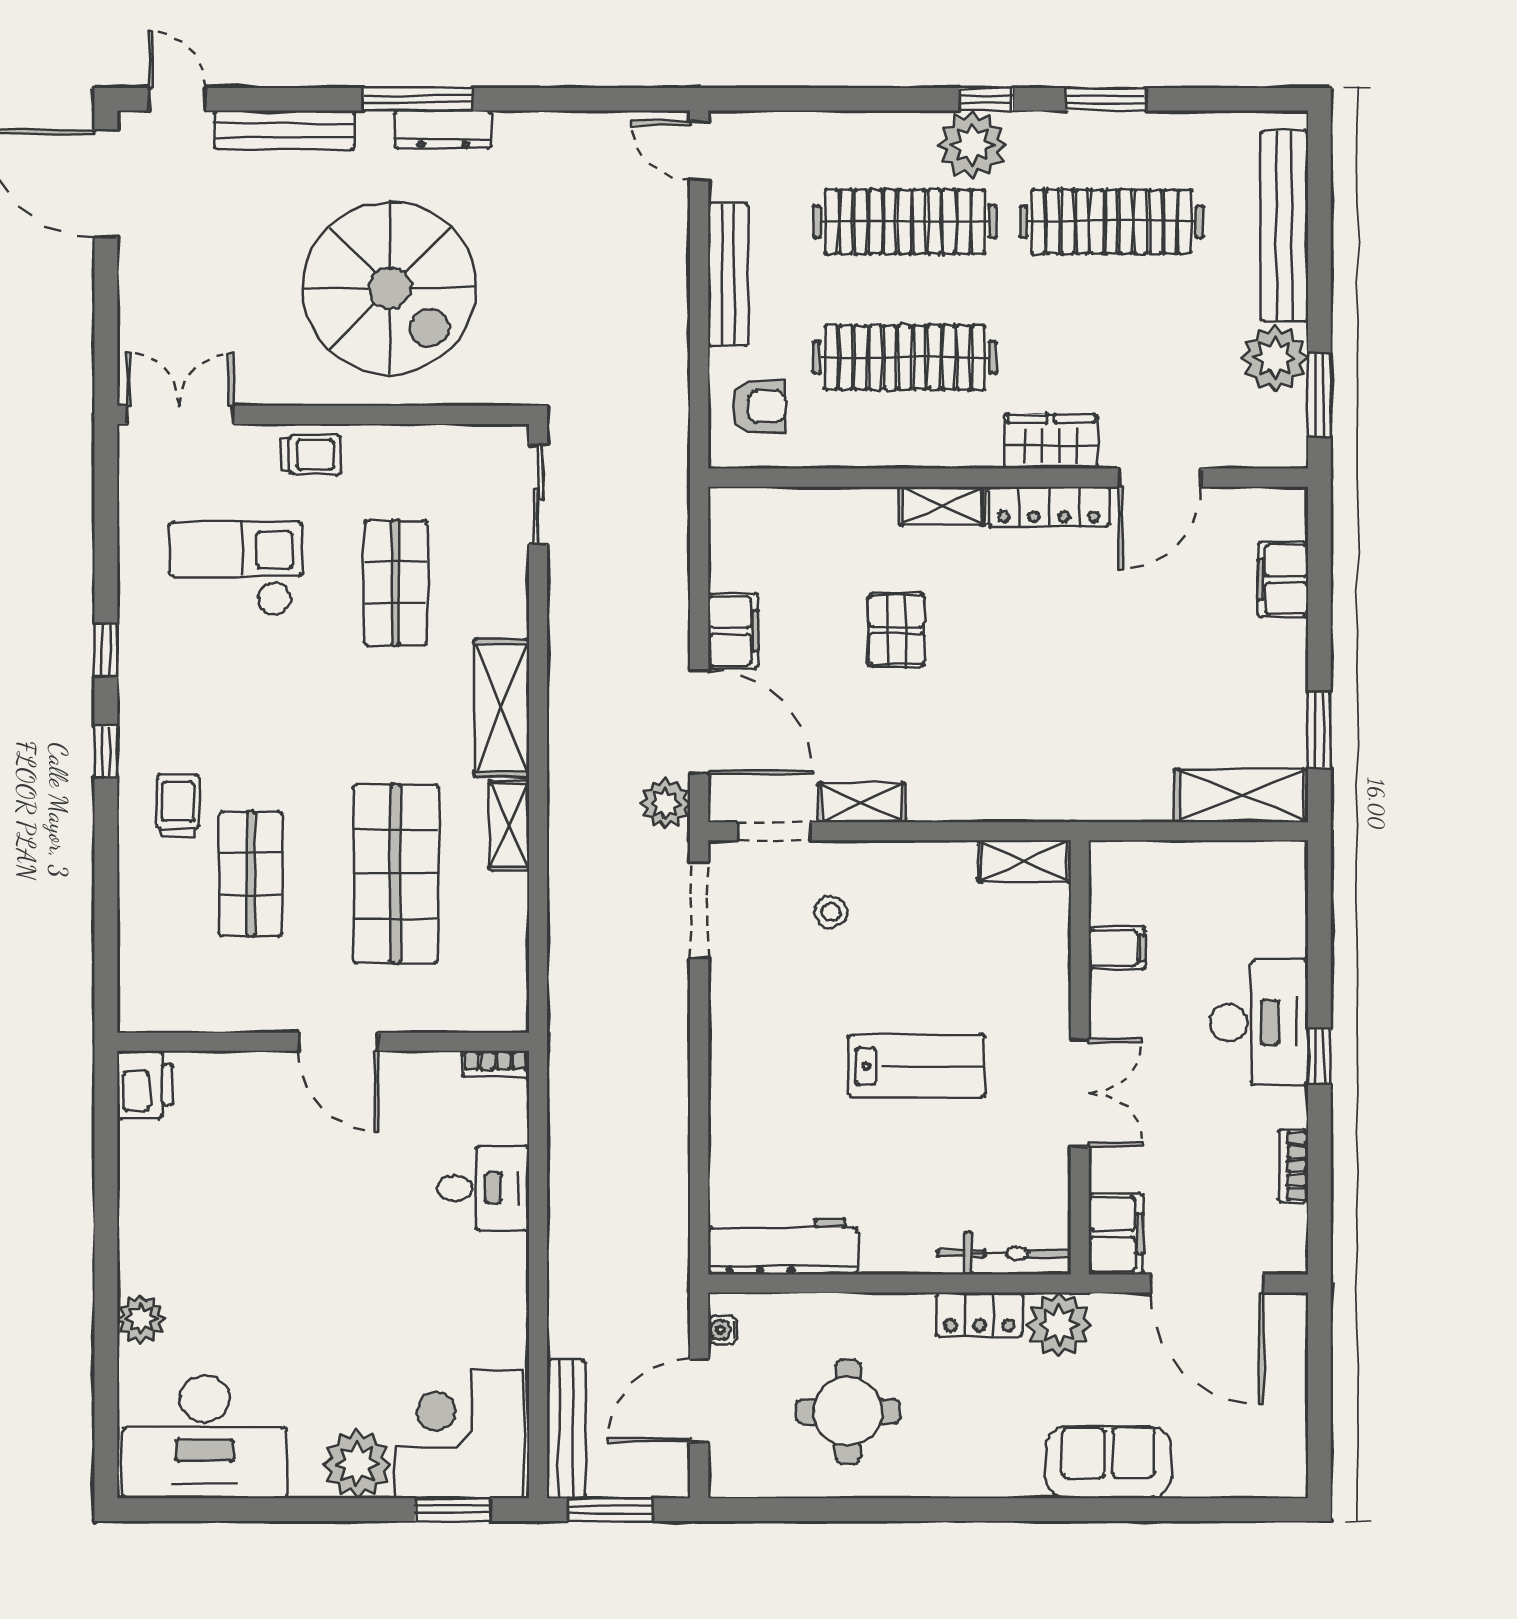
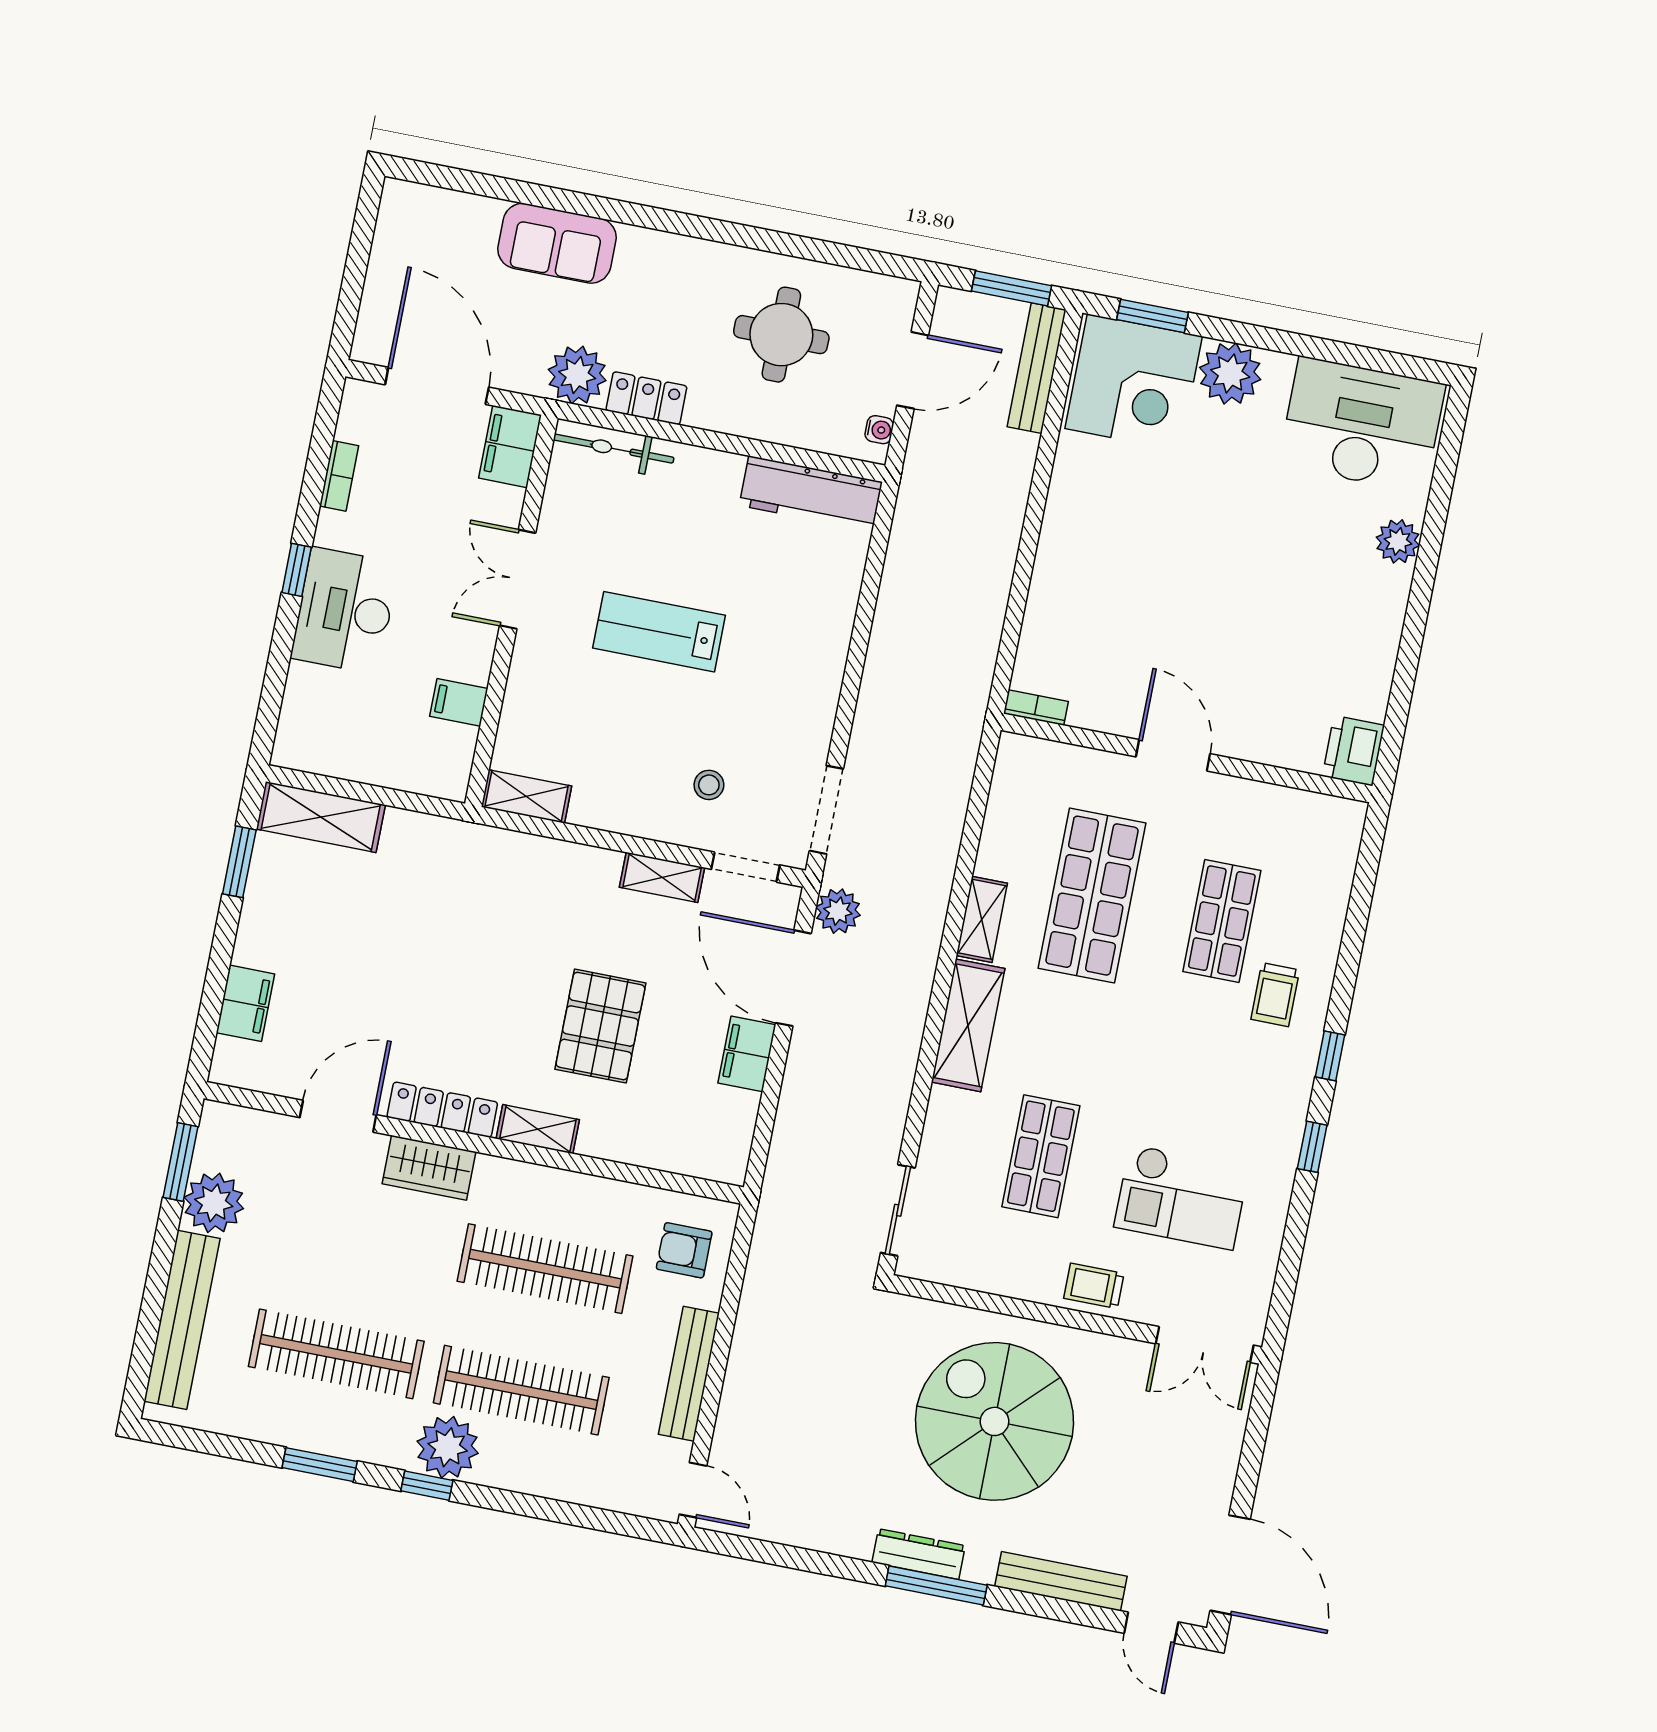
pallet: (897, 630) -> (600, 1026), width x1.50, depth x1.42
desk: (483, 1188) -> (1069, 599), removed

